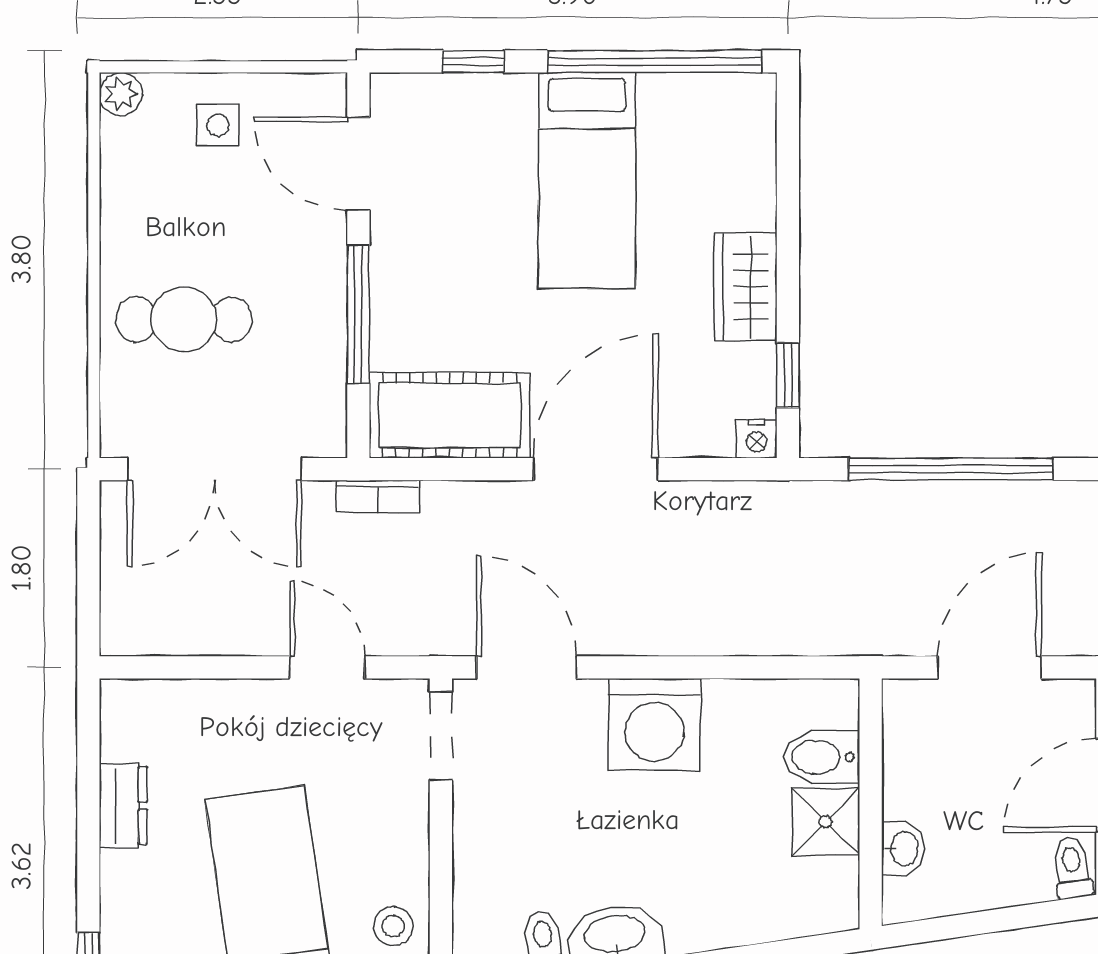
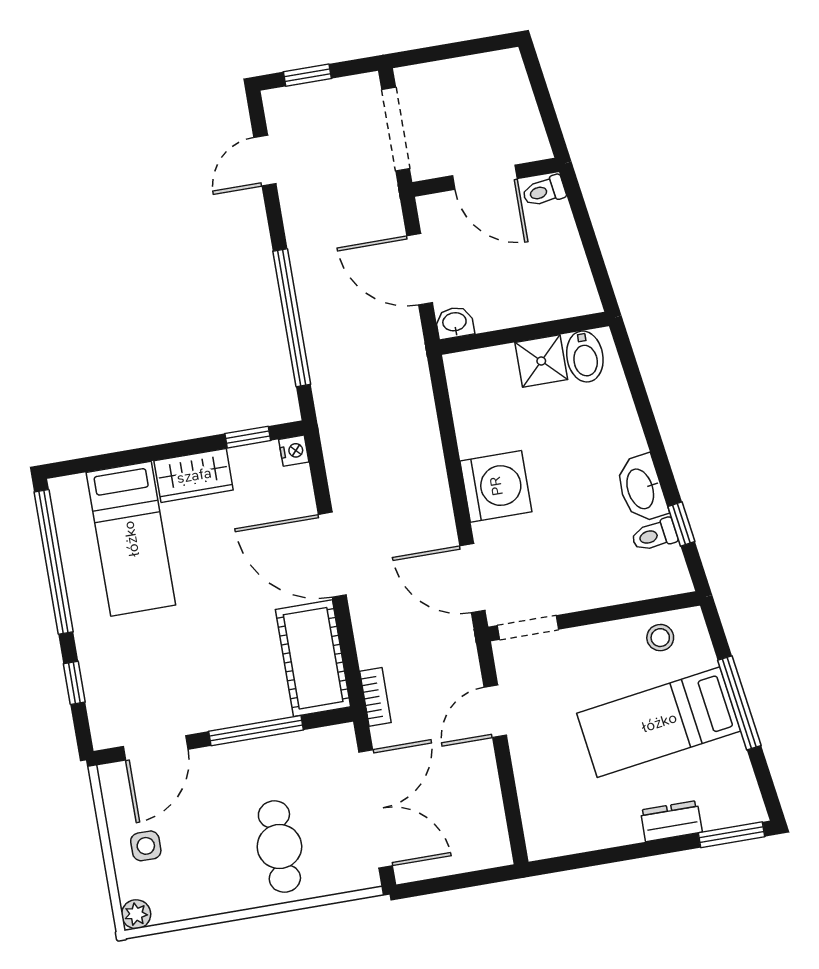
bed: (587, 180) -> (131, 539), moved, turned 90
door: (527, 667) -> (472, 578), hinge flipped
bidet: (821, 757) -> (585, 356), moved
dresser: (123, 806) -> (671, 821), moved
washbasin: (903, 849) -> (455, 323), moved

